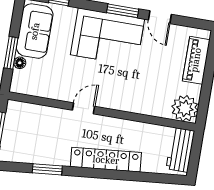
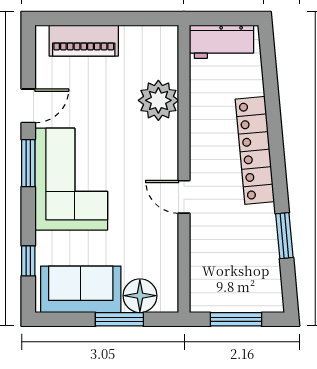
floor lamp: (20, 63) -> (140, 296), width x1.89, depth x1.89
plant: (185, 108) -> (158, 100), moved

